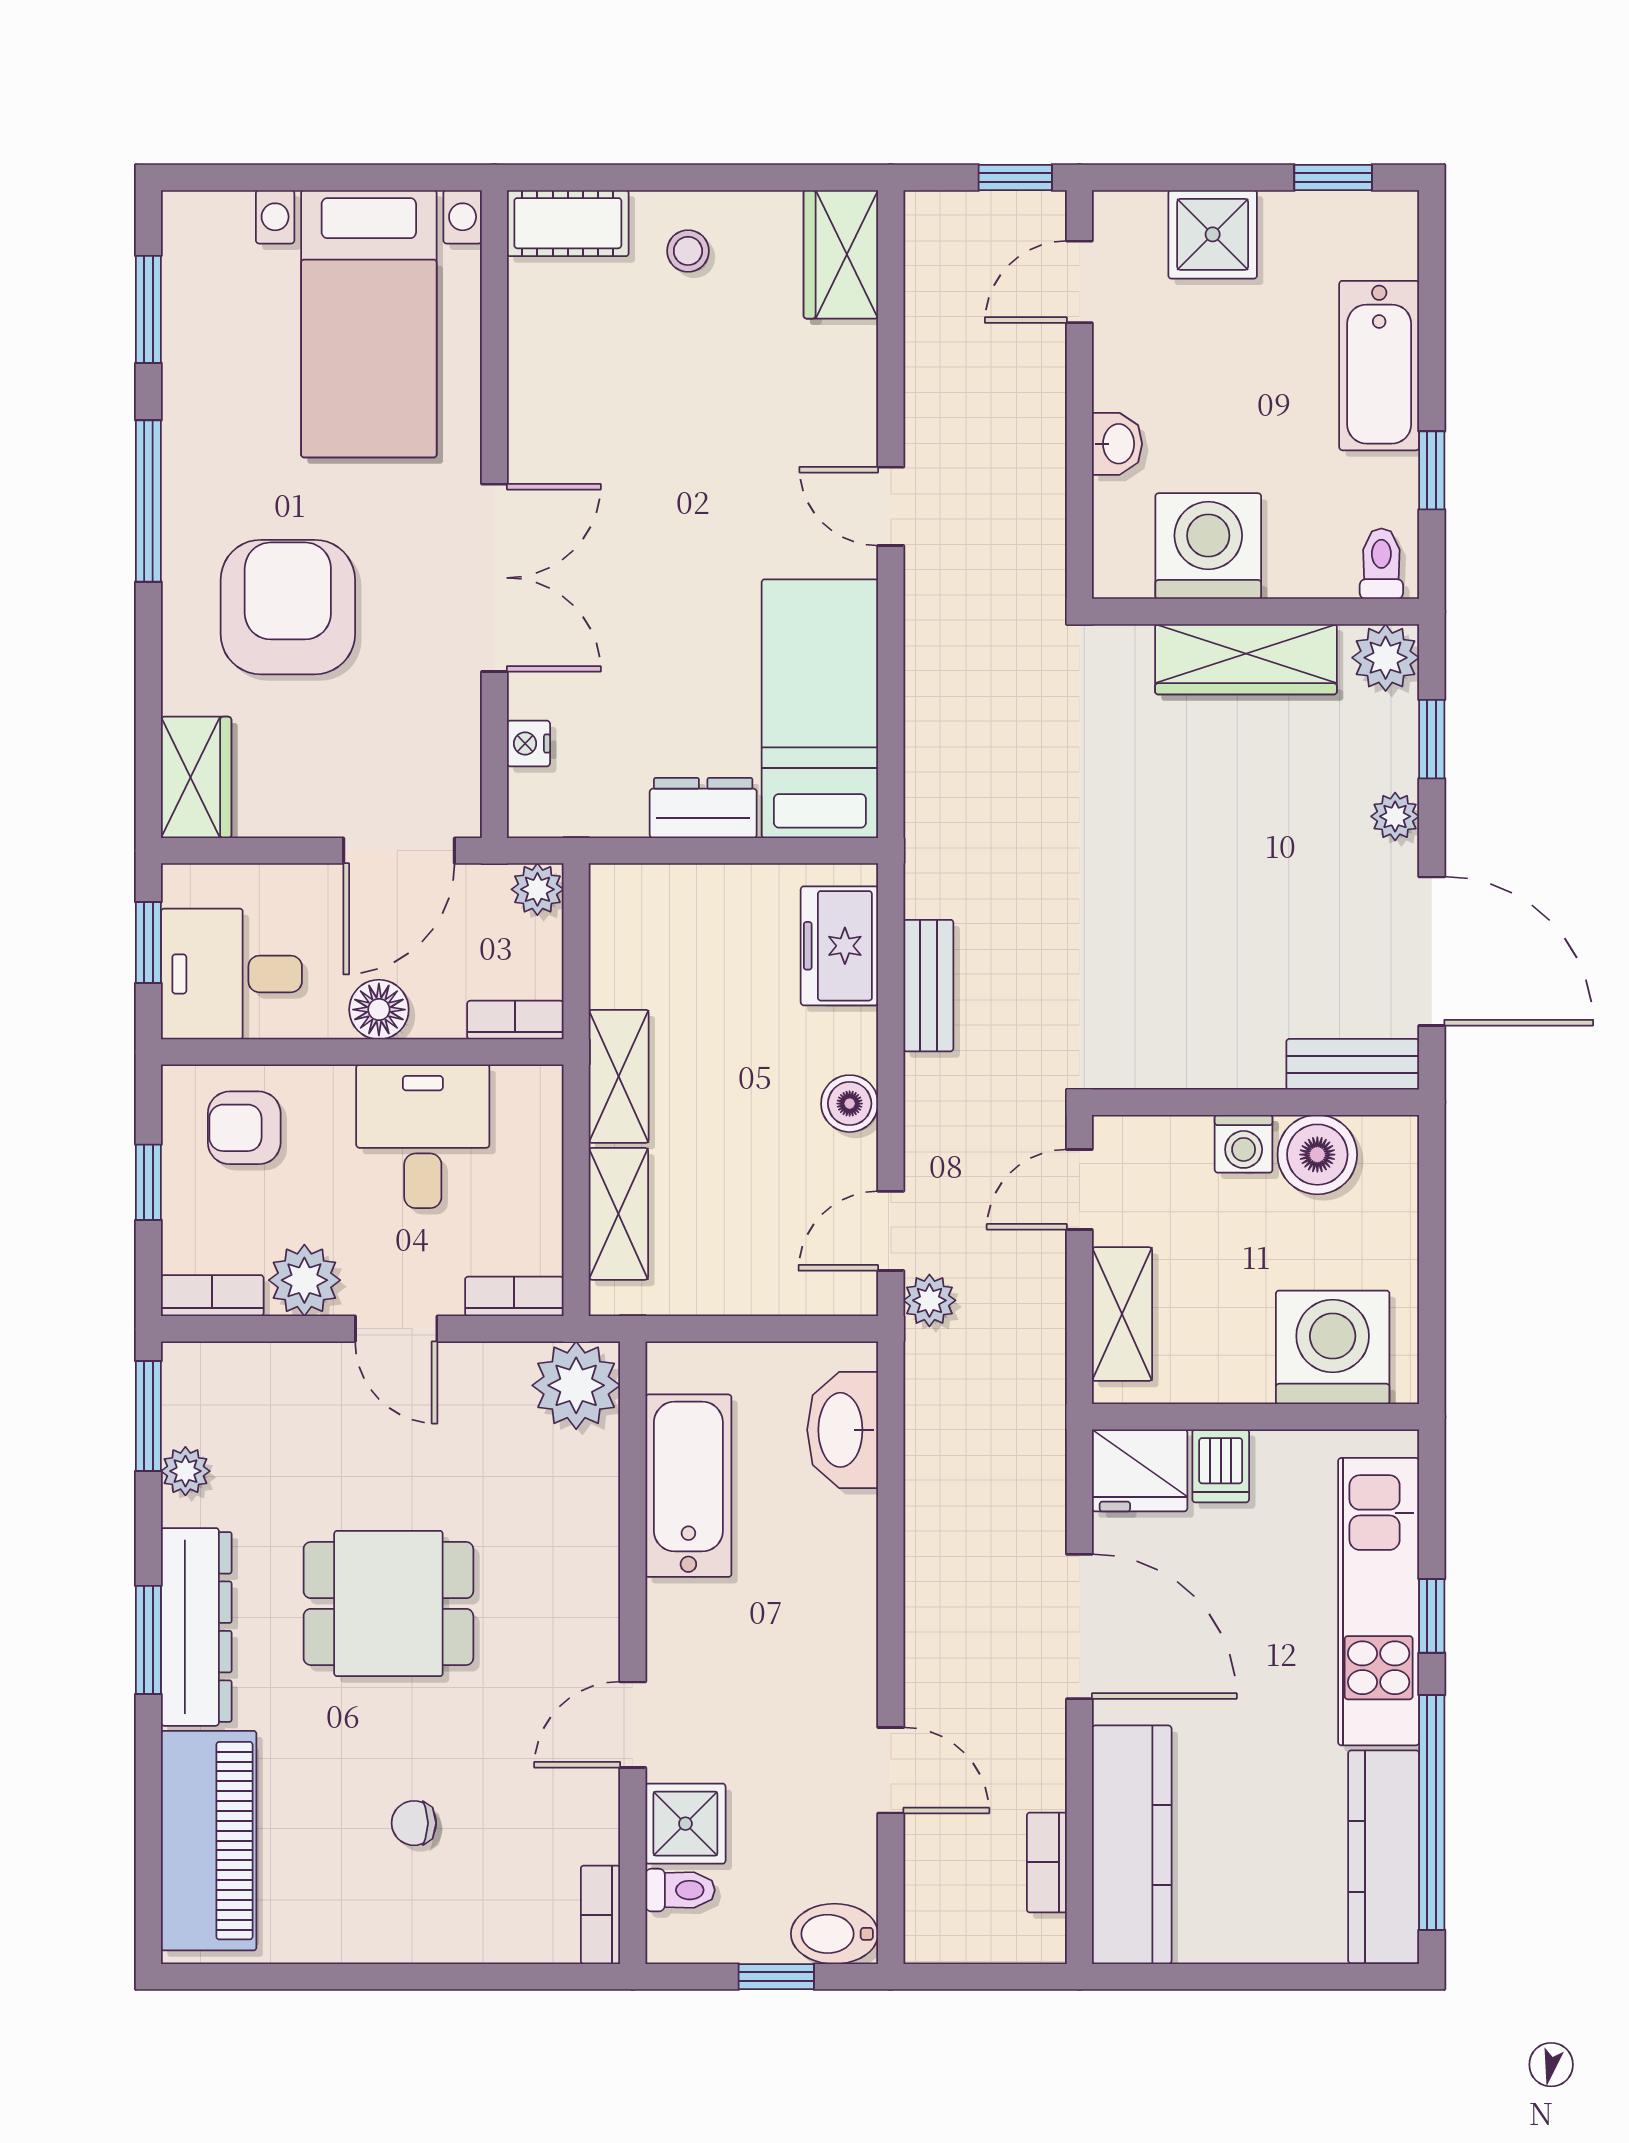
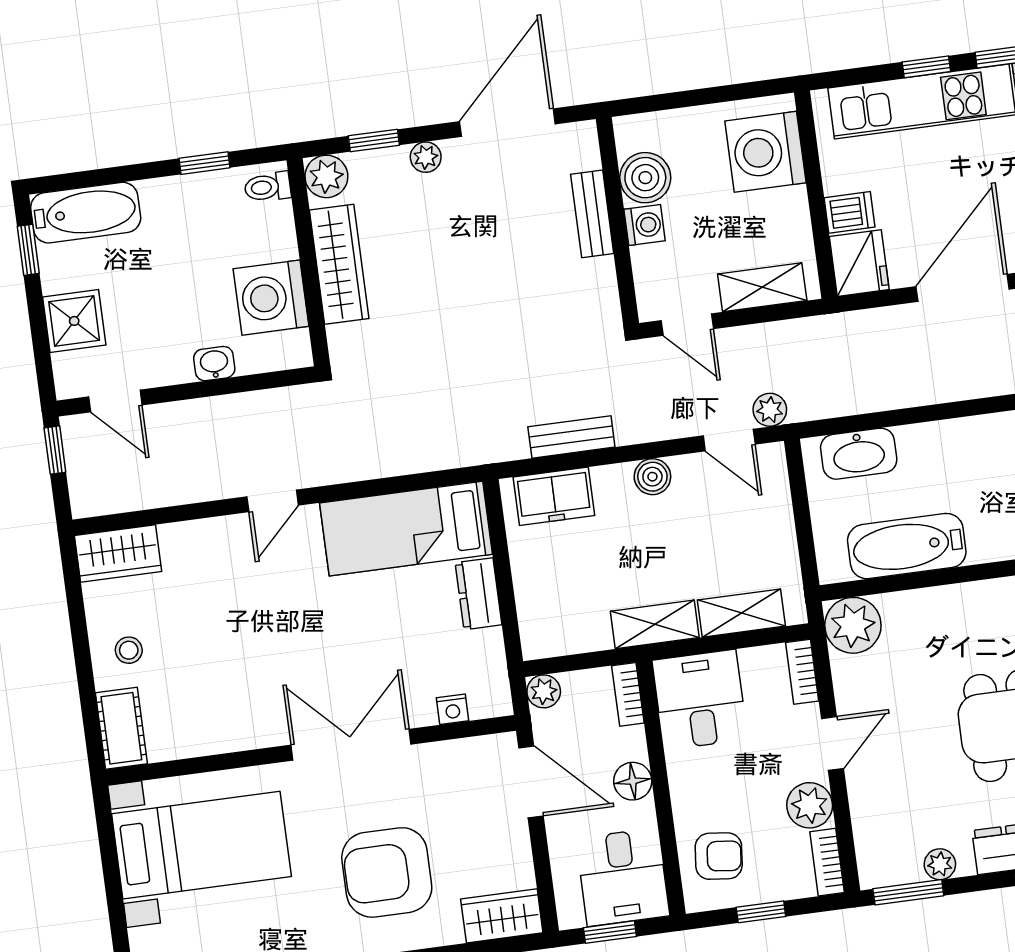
bathtub: (1379, 366) -> (86, 213), moved
bench: (1353, 1064) -> (592, 214), moved
armchair: (244, 1128) -> (719, 856), turned -84
desk: (423, 1136) -> (700, 700), moved, turned 90

